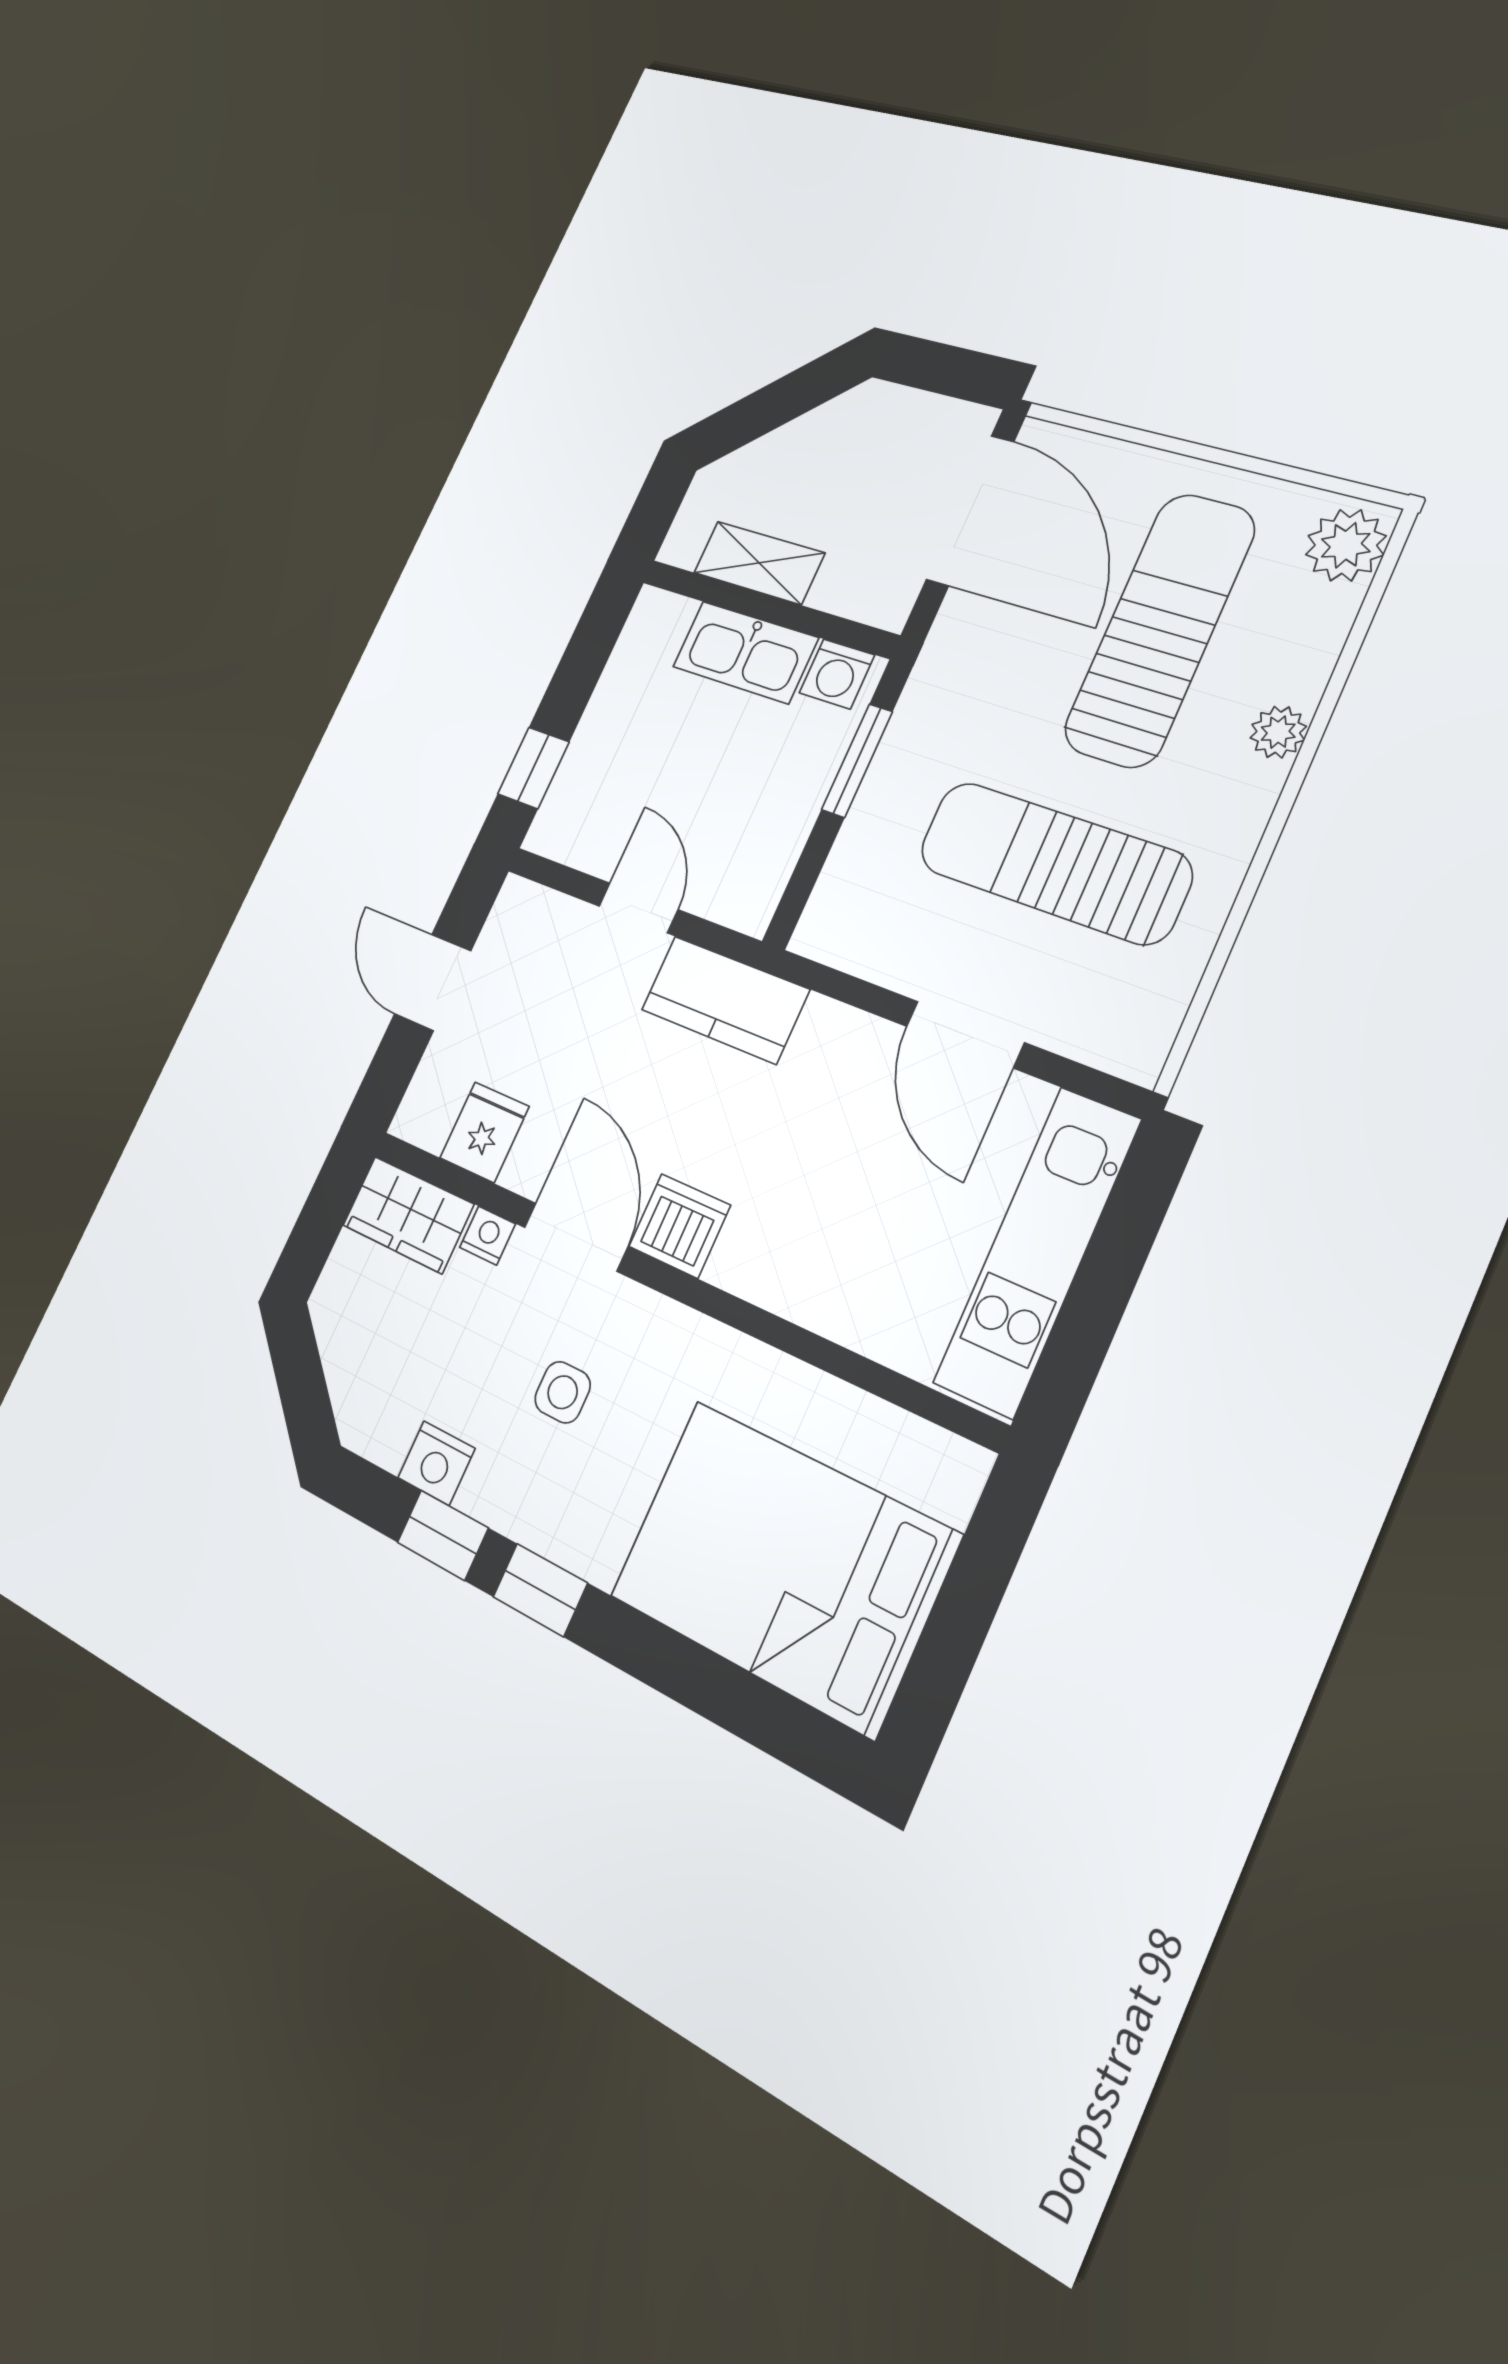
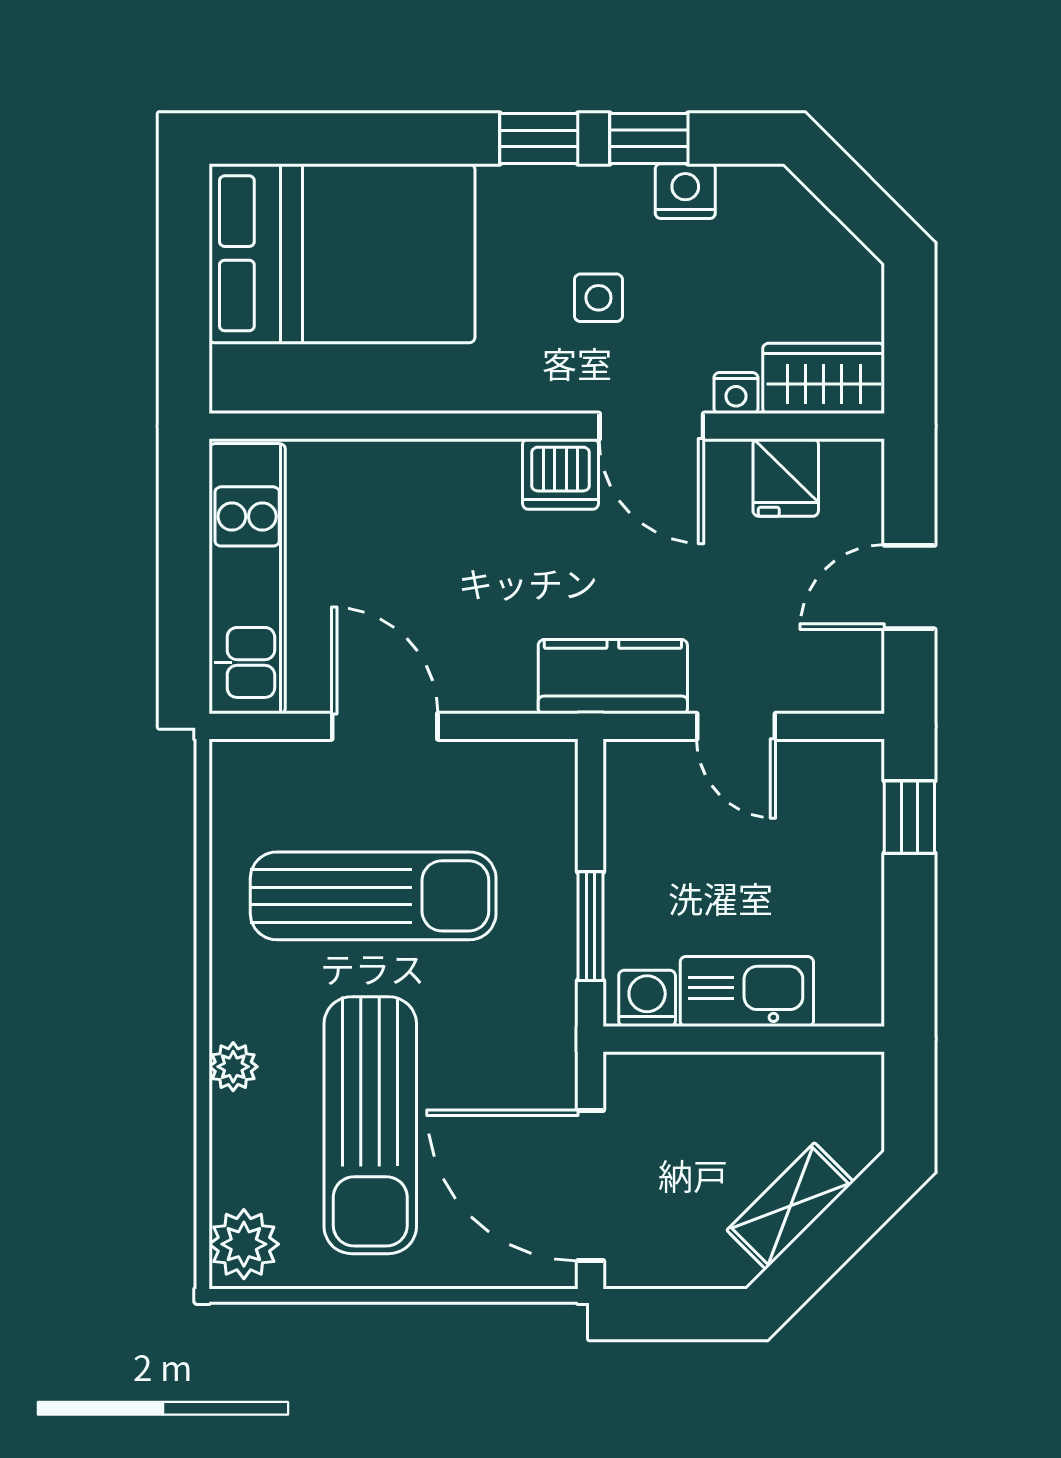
shelving: (759, 563) -> (790, 1206), moved, turned -45
door: (433, 982) -> (909, 587), swing flipped

